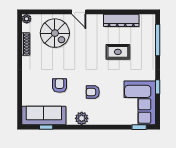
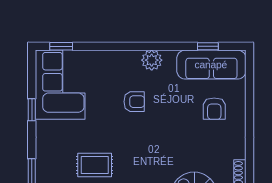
armchair: (60, 85) -> (214, 109), moved

